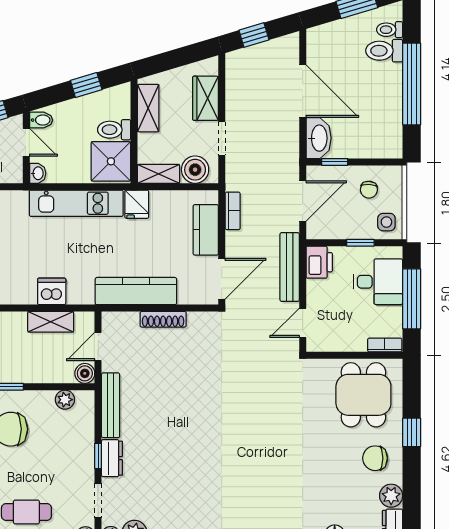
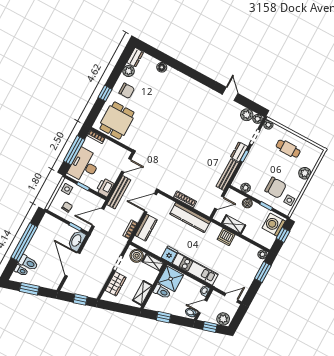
door: (26, 142) -> (202, 307), hinge flipped
desk: (378, 282) -> (84, 165), width x1.37
boiler: (85, 373) -> (247, 203), moved

